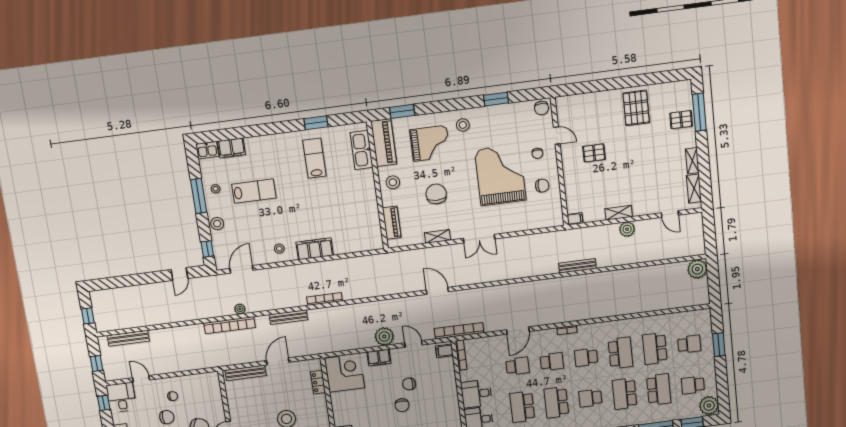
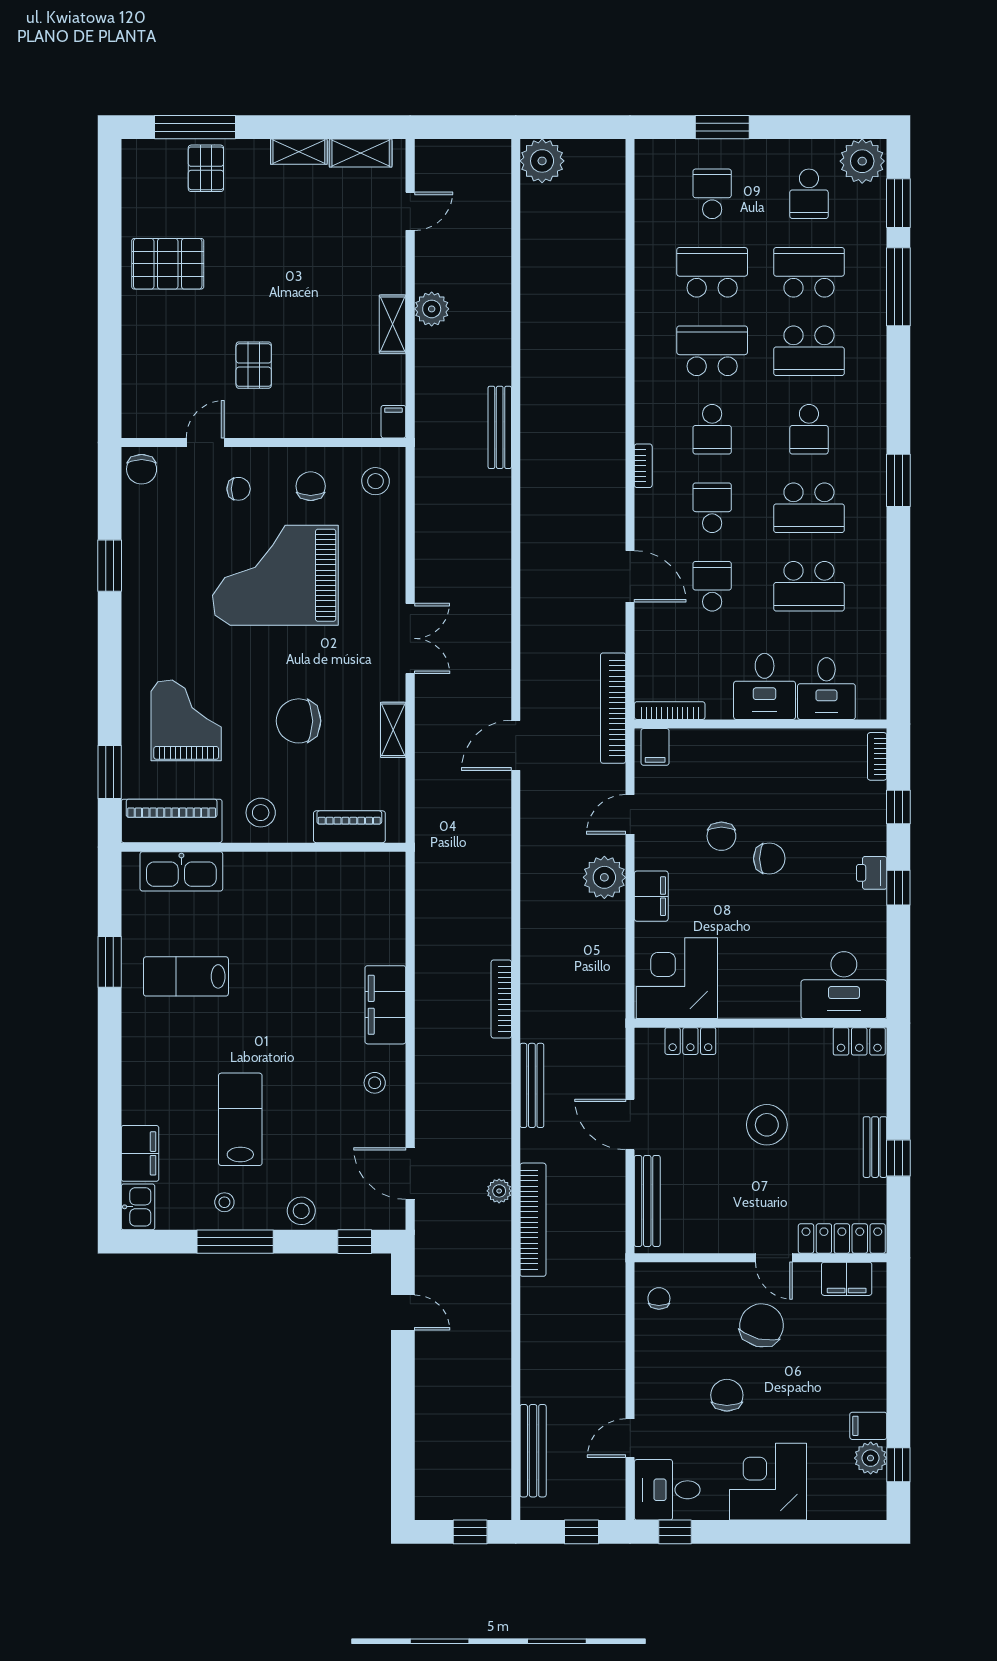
chair: (542, 108) -> (142, 469), turned 90
stool: (463, 125) -> (376, 481), moved
school desk: (655, 349) -> (712, 272), turned 180
chair: (173, 396) -> (659, 1298), moved

